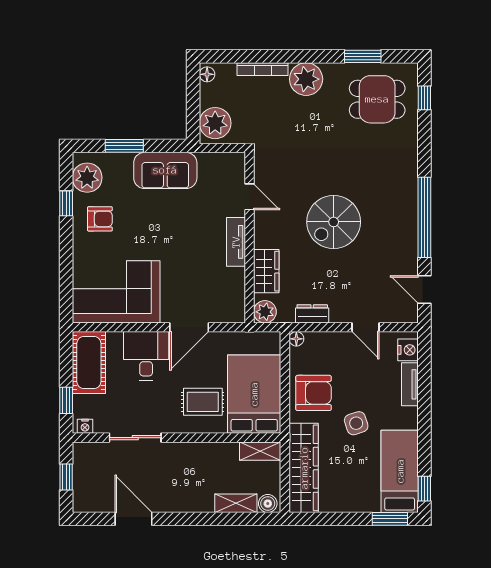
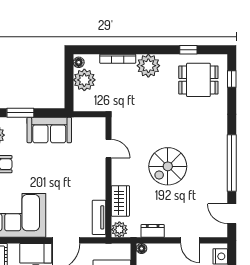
window: (363, 56) -> (188, 50), width x0.67
plant: (215, 123) -> (84, 80), moved
tv unit: (236, 242) -> (99, 217), moved

